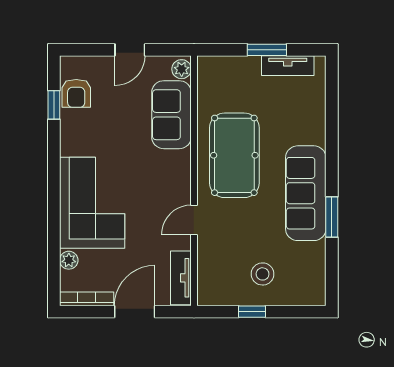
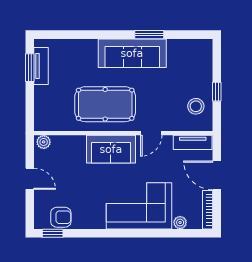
window: (267, 50) -> (30, 68), moved
window: (54, 105) -> (53, 233), moved
sofa: (172, 115) -> (111, 149), moved
door: (194, 220) -> (151, 133), hinge flipped
stool: (263, 274) -> (196, 106), moved

